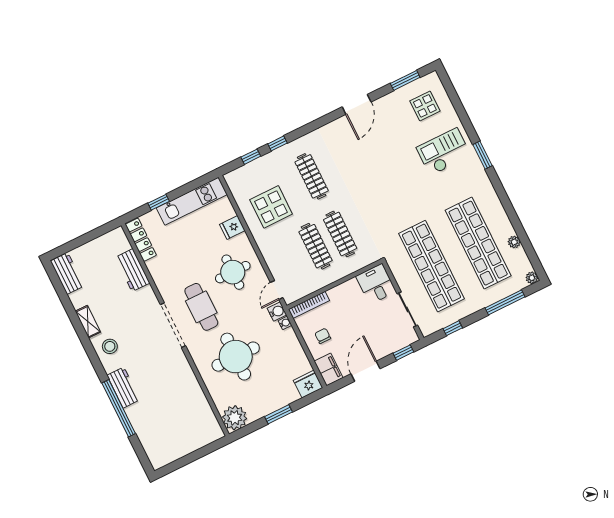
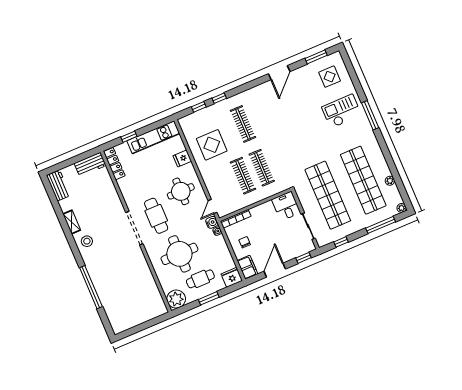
window: (483, 155) -> (370, 115), width x1.44
workbench: (132, 270) -> (90, 164), moved, turned -90
workbench: (123, 388) -> (95, 272), removed
cafe table: (266, 389) -> (200, 279), added

